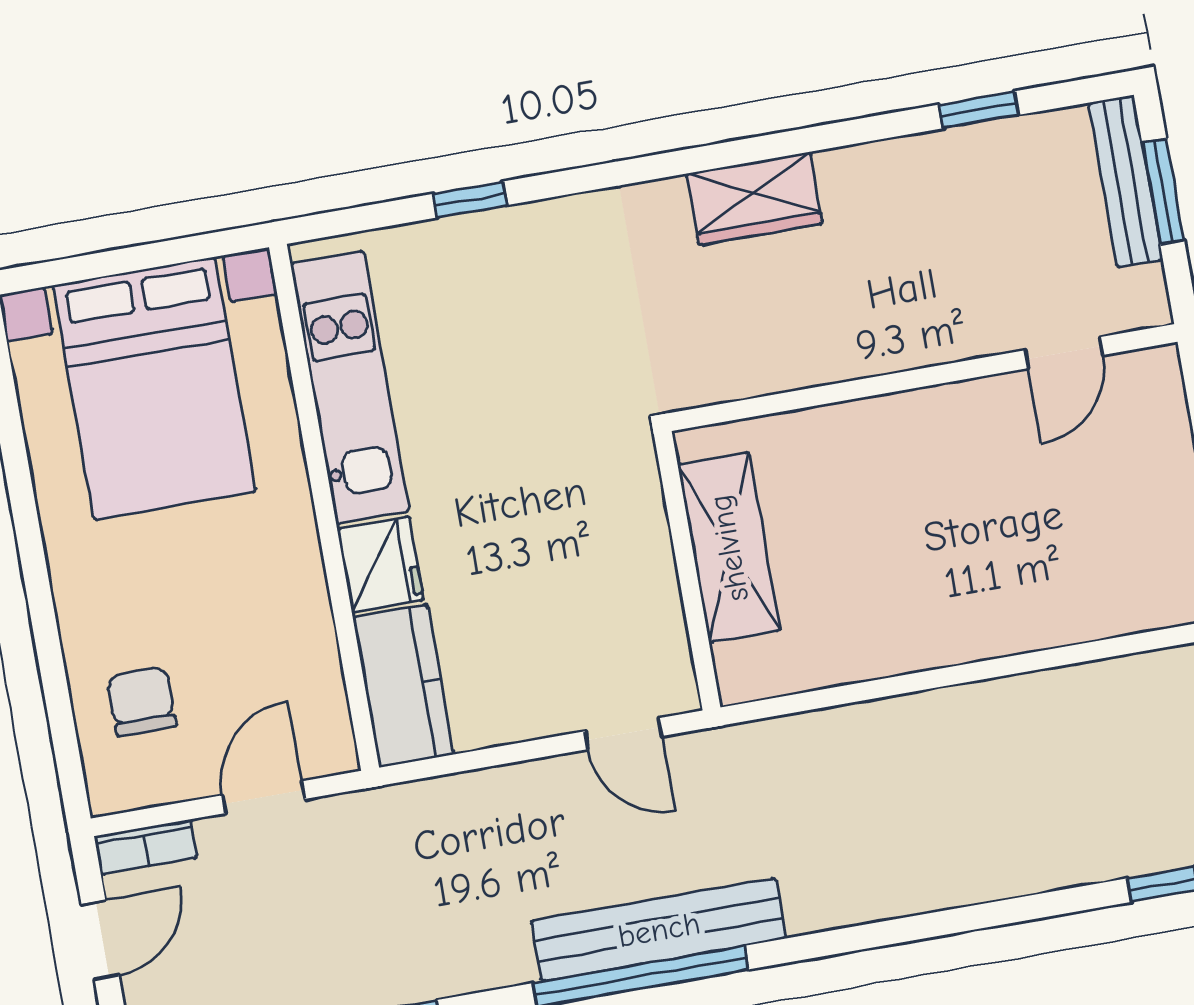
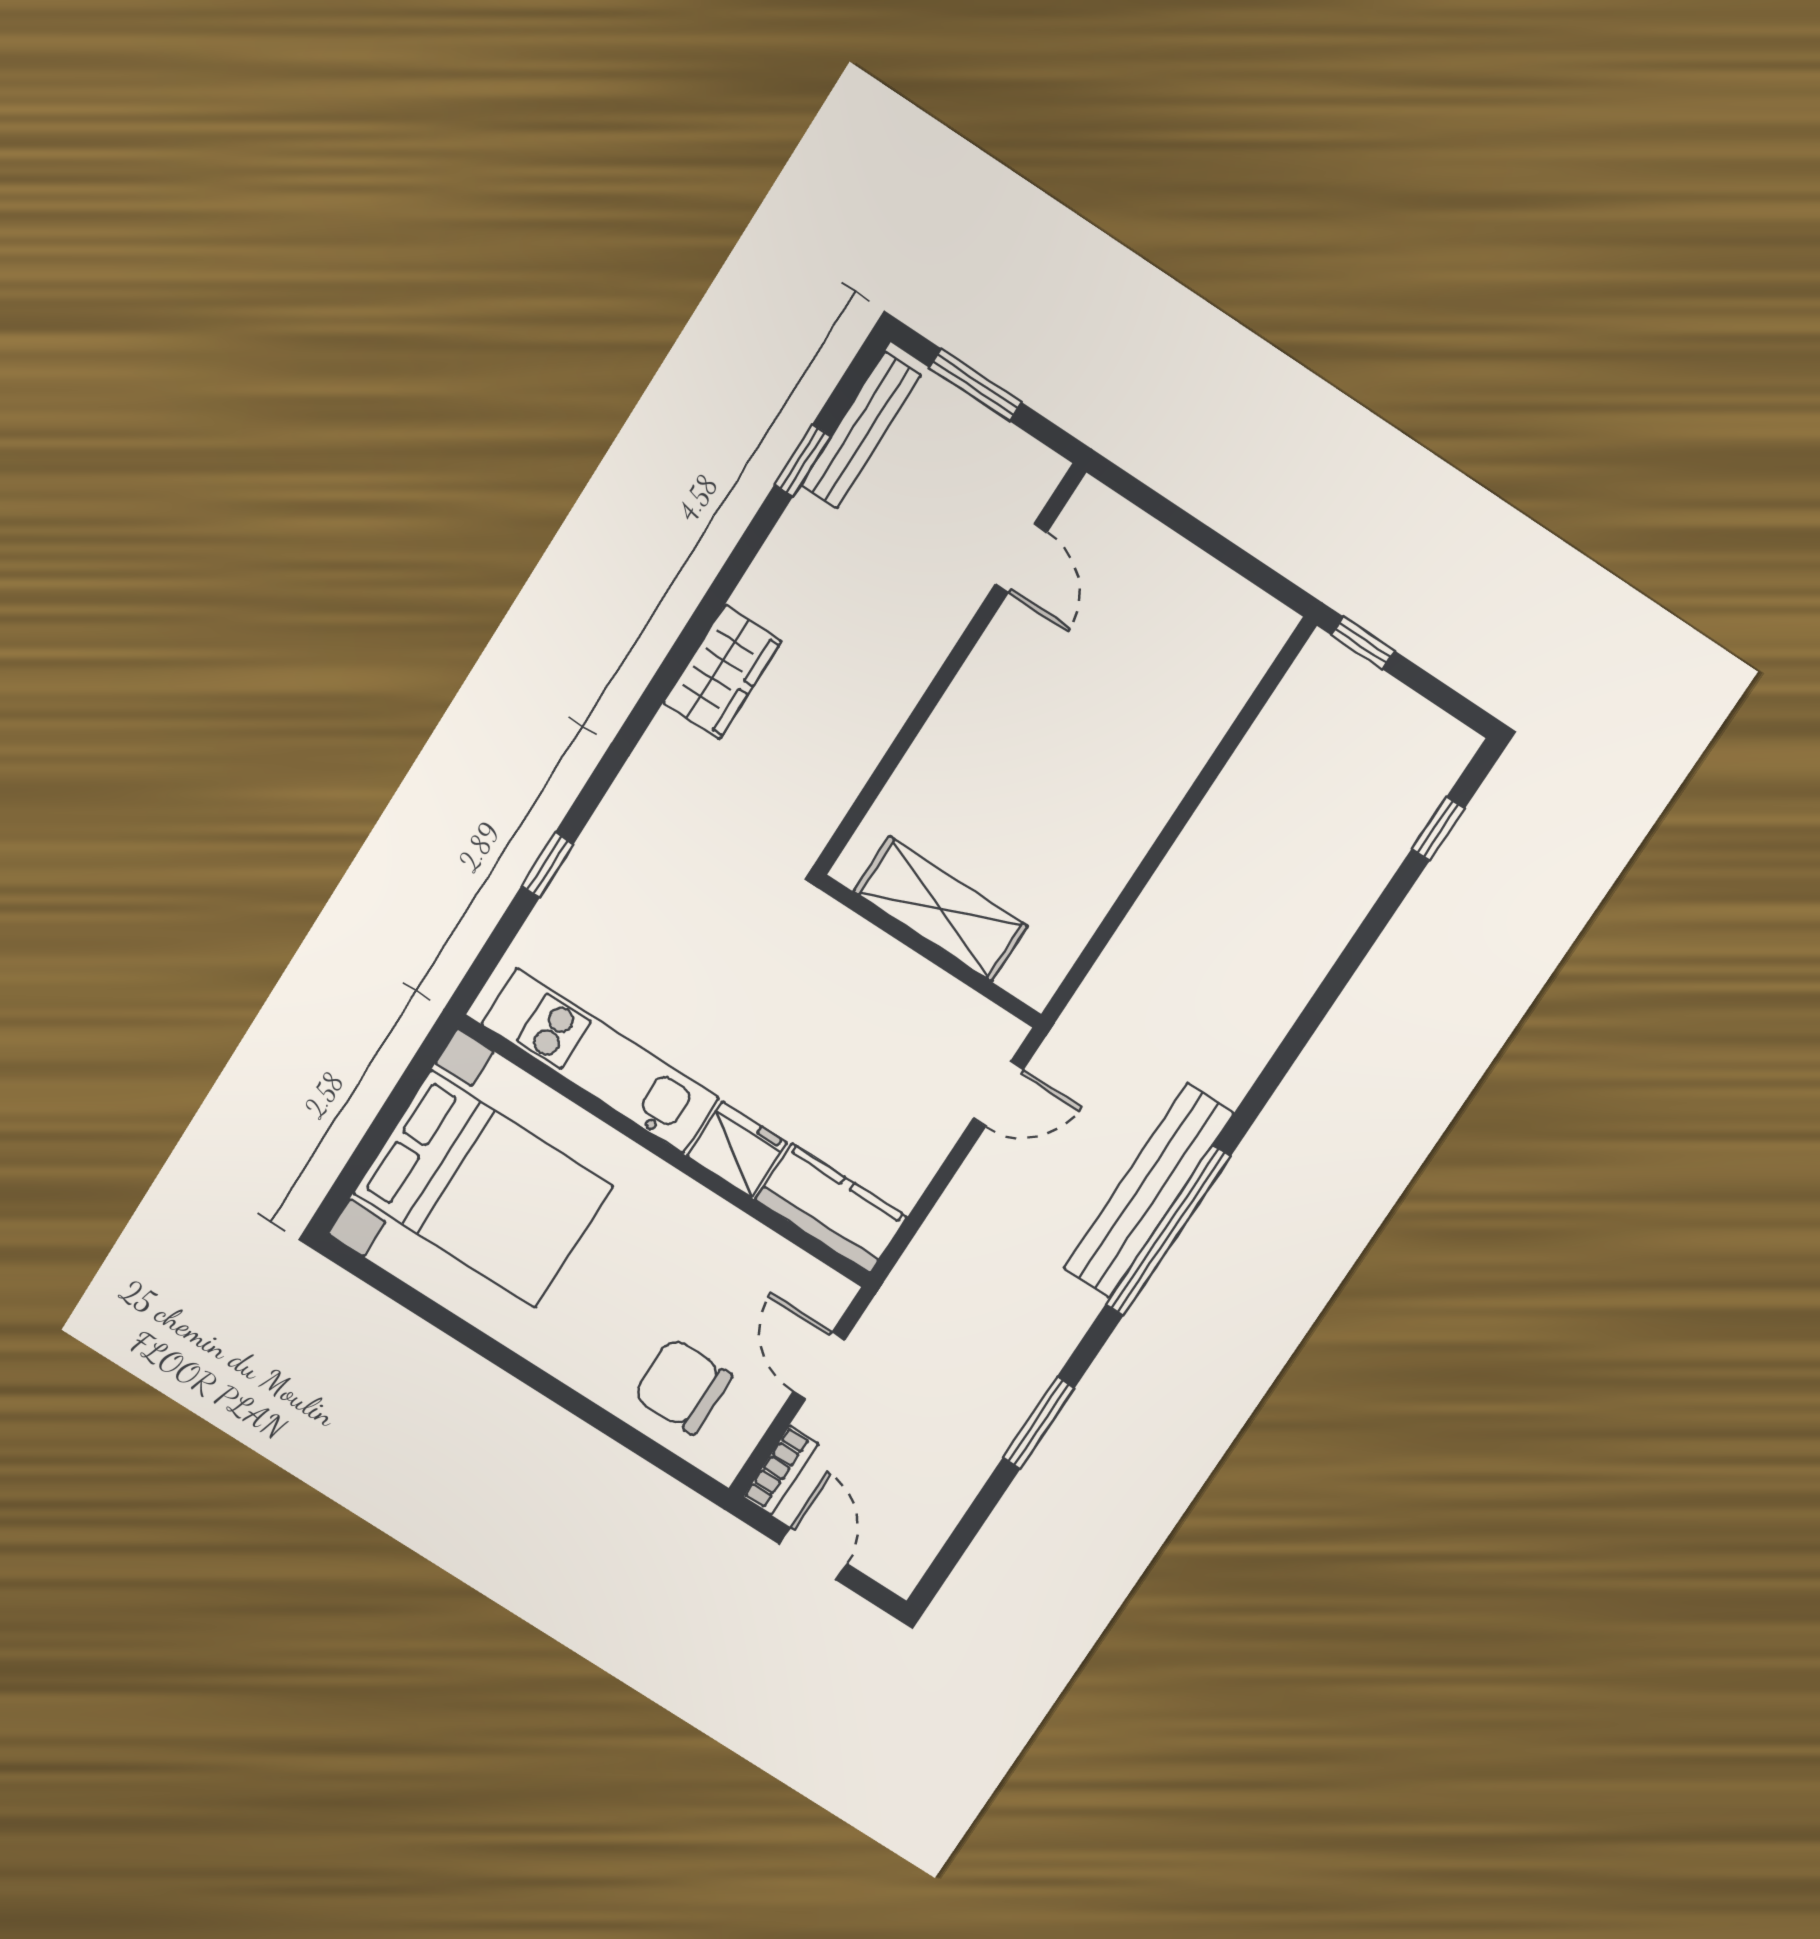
bench: (1126, 182) -> (861, 430), moved, turned 90
chair: (142, 701) -> (683, 1386), width x1.37, depth x1.37

